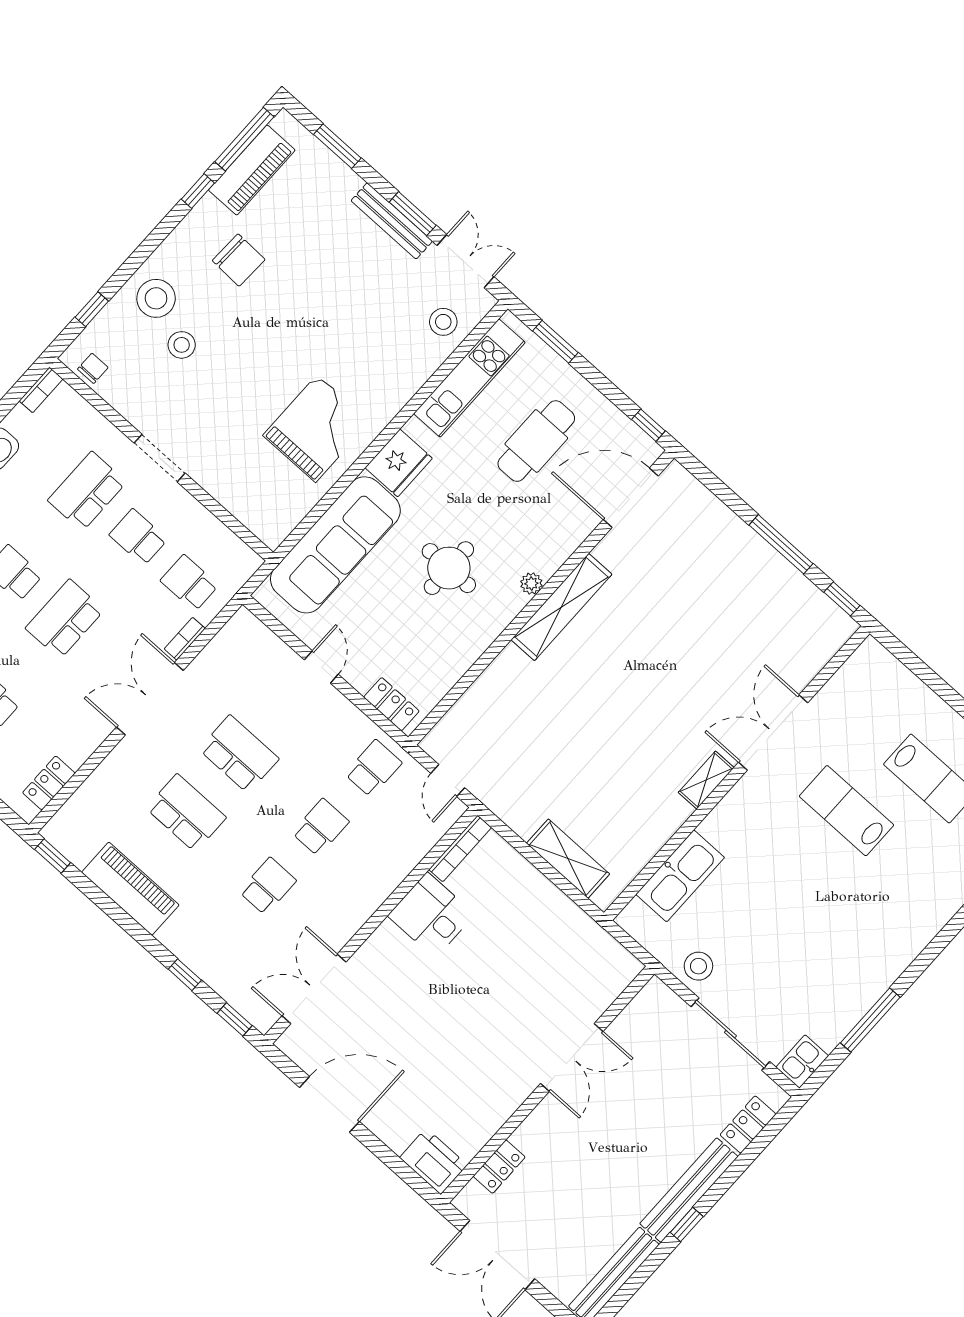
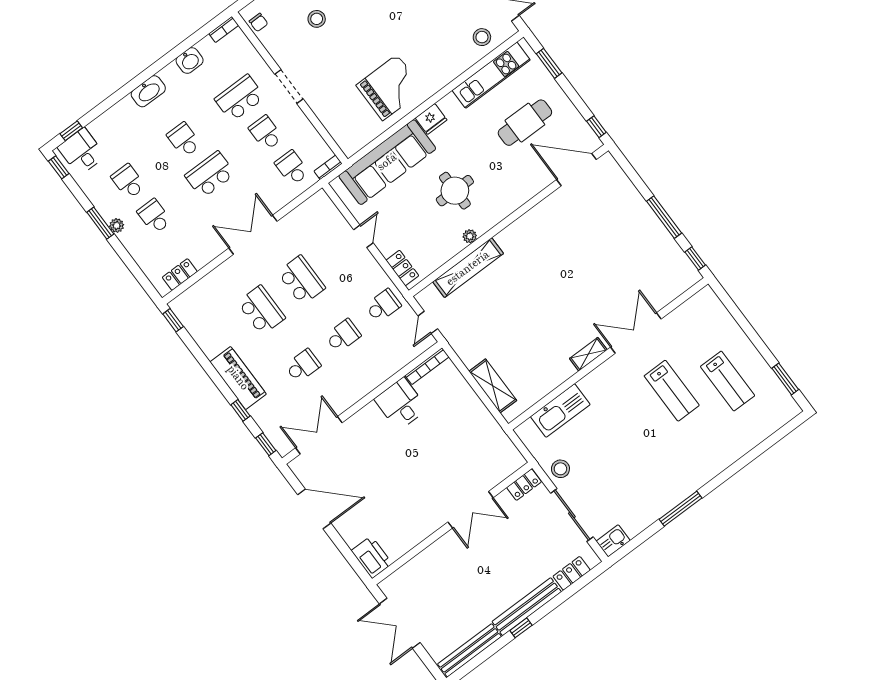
chair: (93, 368) -> (259, 22), turned 90
fridge: (399, 463) -> (431, 119), width x0.73, depth x0.75
plant: (531, 584) -> (470, 236), moved
shelving: (561, 607) -> (468, 268), moved
bookcase: (185, 639) -> (328, 167), moved
lab bench: (847, 811) -> (672, 391), turned 180
piano: (130, 889) -> (238, 378), moved
window: (870, 1020) -> (680, 509), moved
locker: (499, 1167) -> (524, 485), moved

